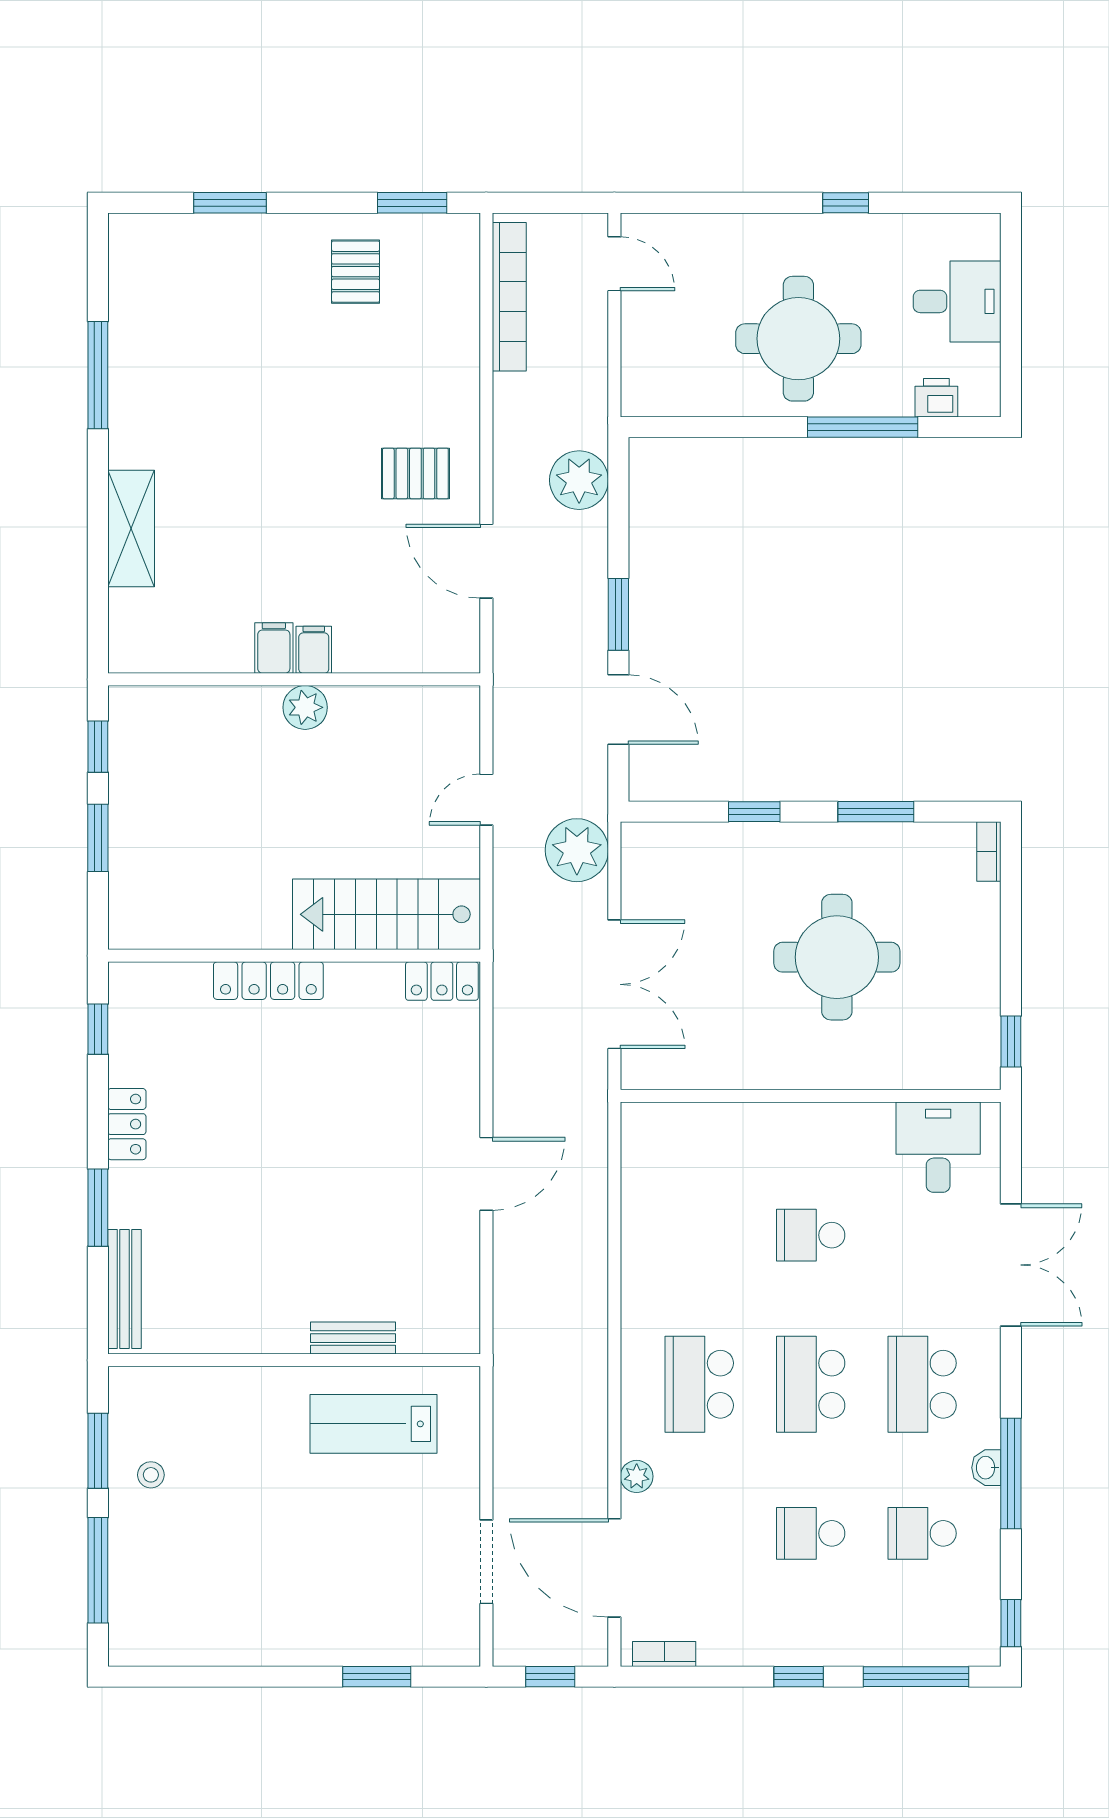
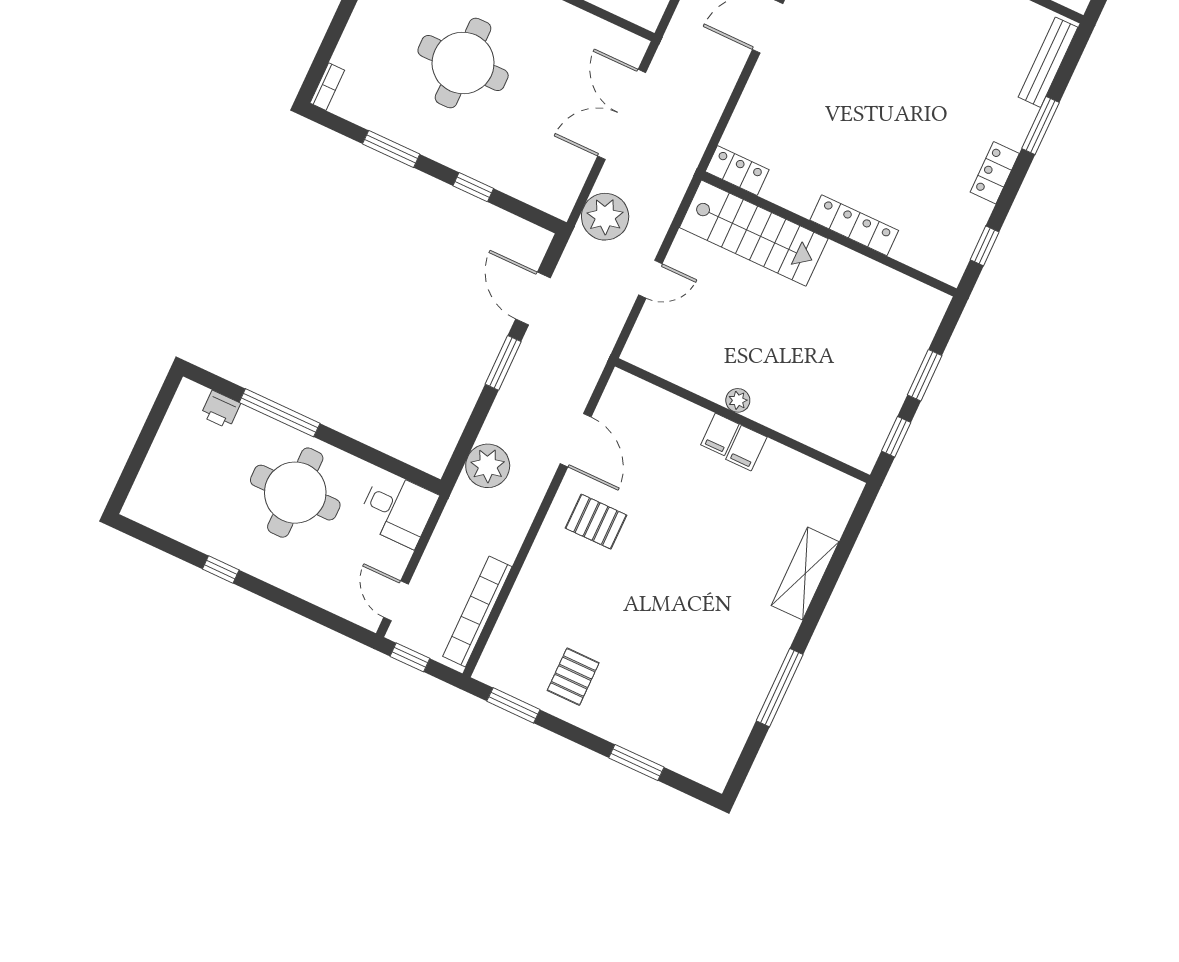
window: (565, 203) -> (410, 657), added
desk: (957, 301) -> (398, 509), moved, turned 180
plant: (305, 707) -> (738, 400), width x0.73, depth x0.73

